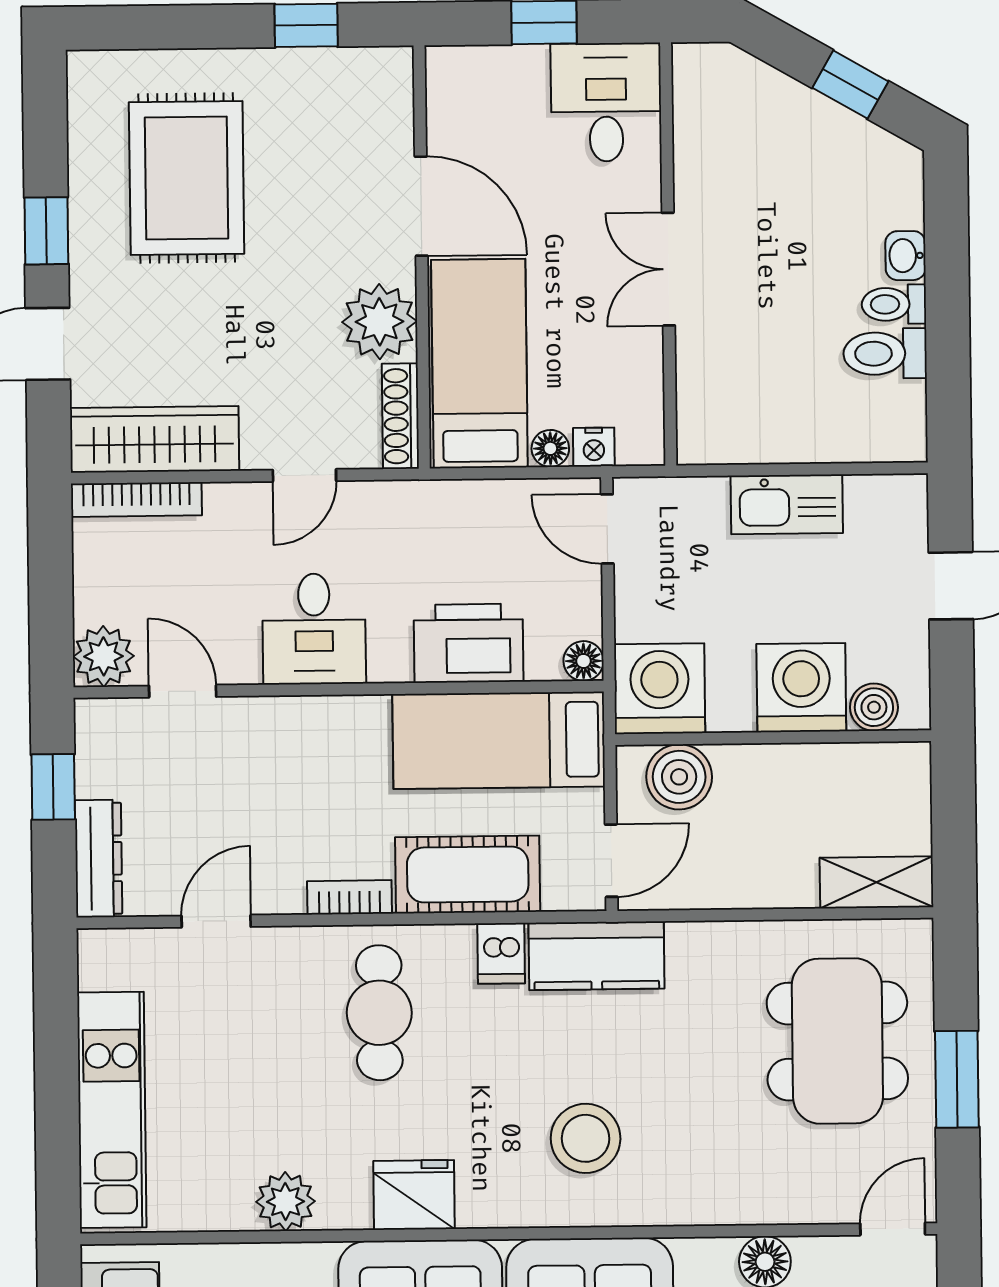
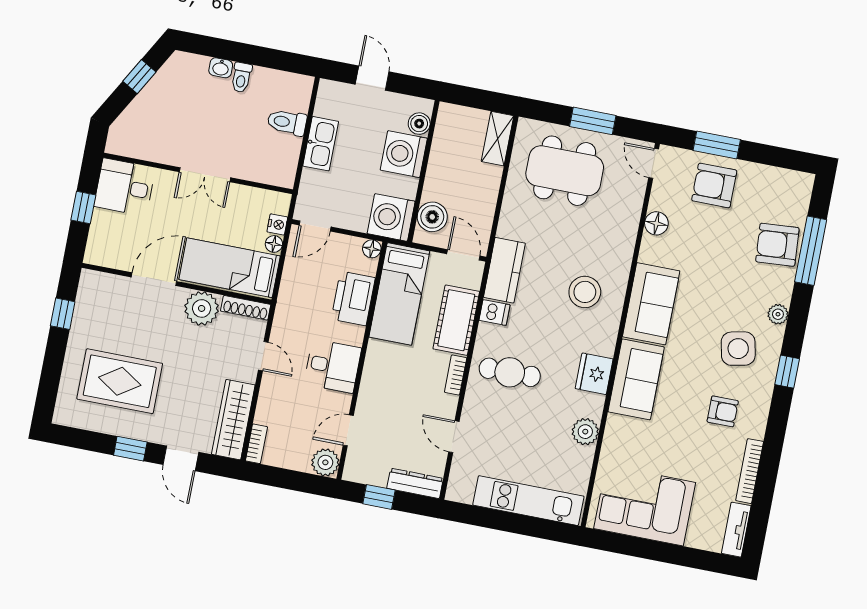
toilet: (885, 354) -> (287, 122), moved, turned 90
bookcase: (136, 500) -> (256, 444), width x0.64

